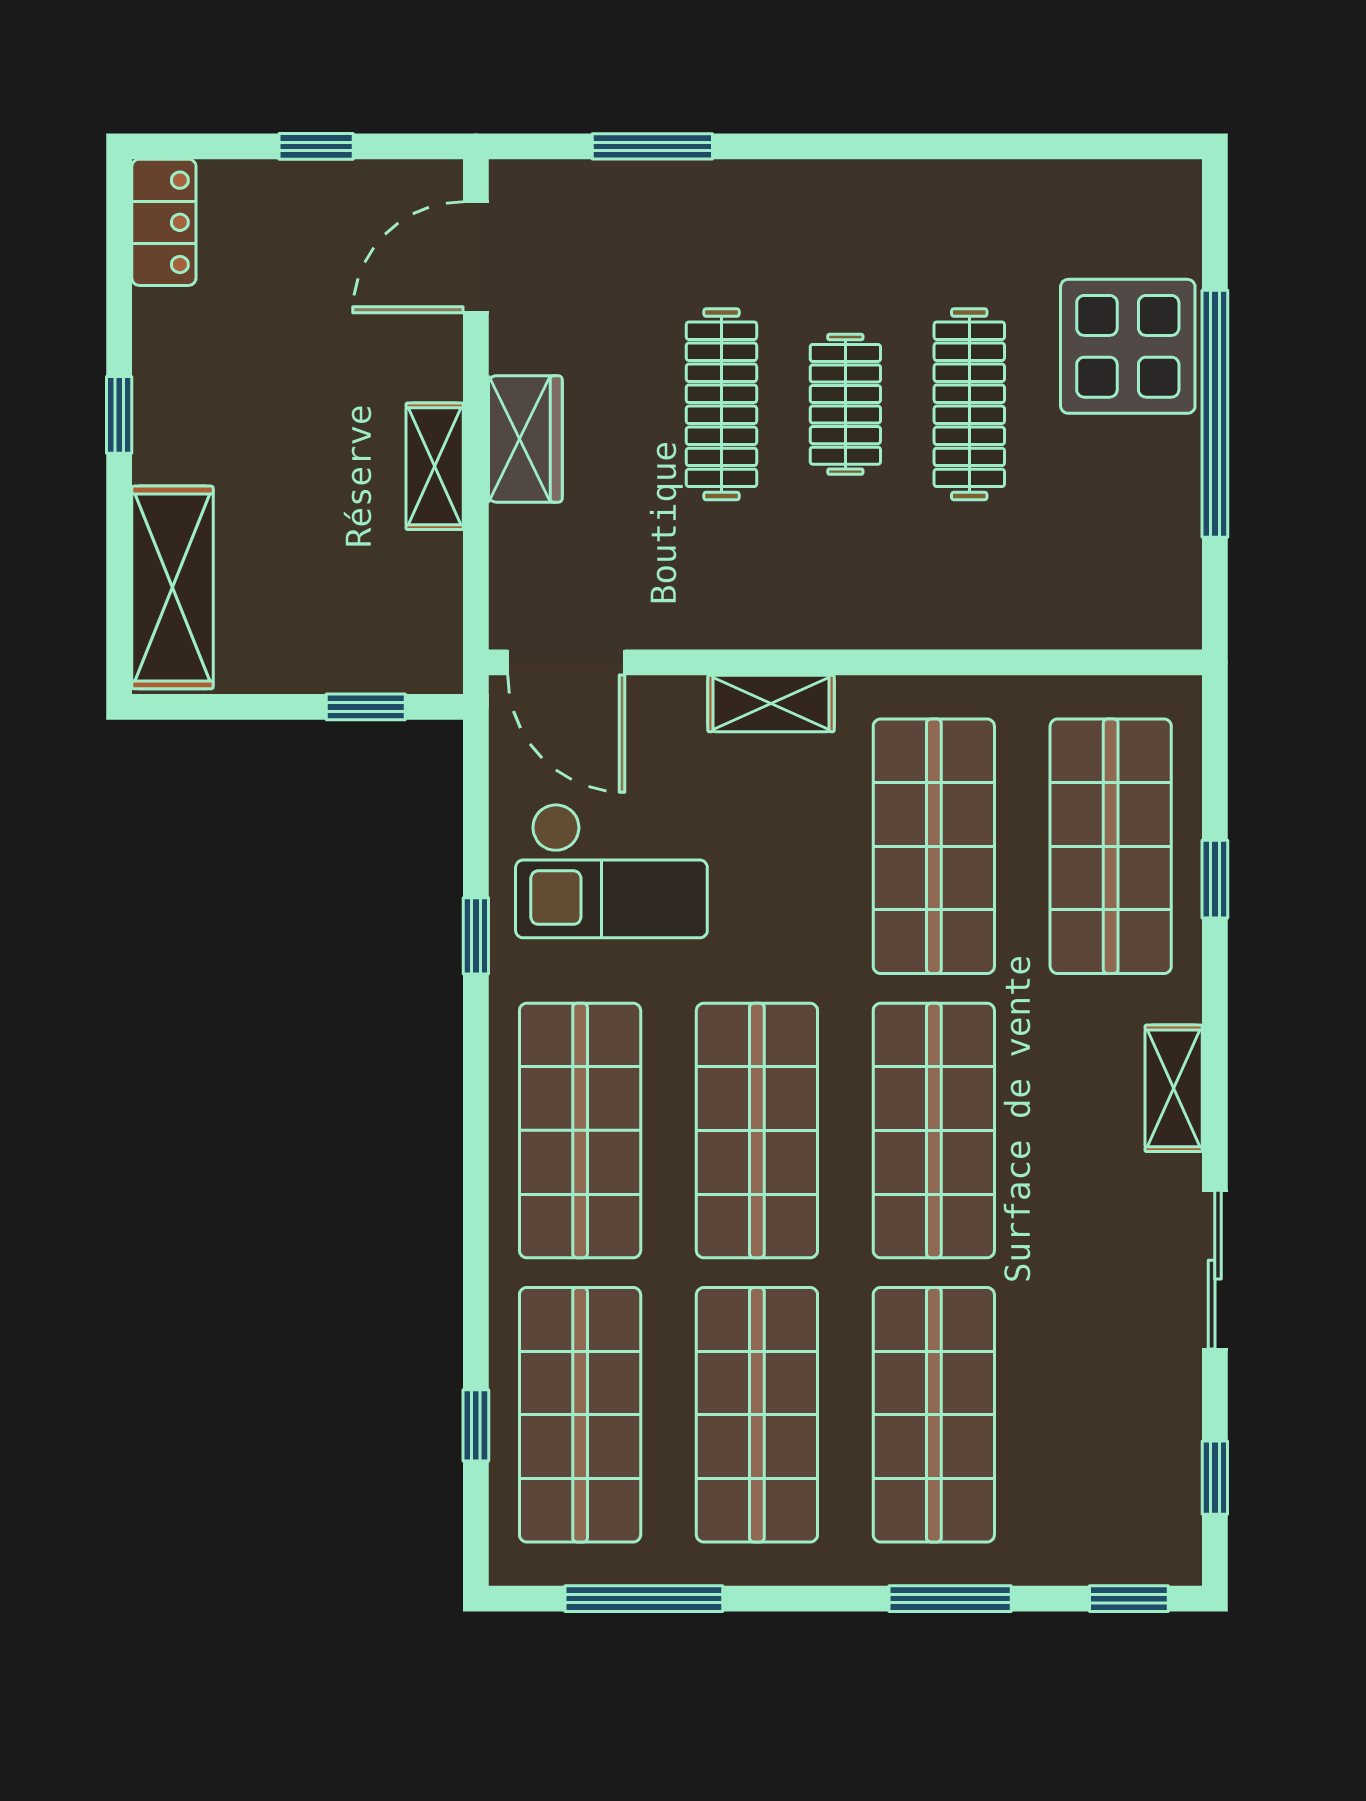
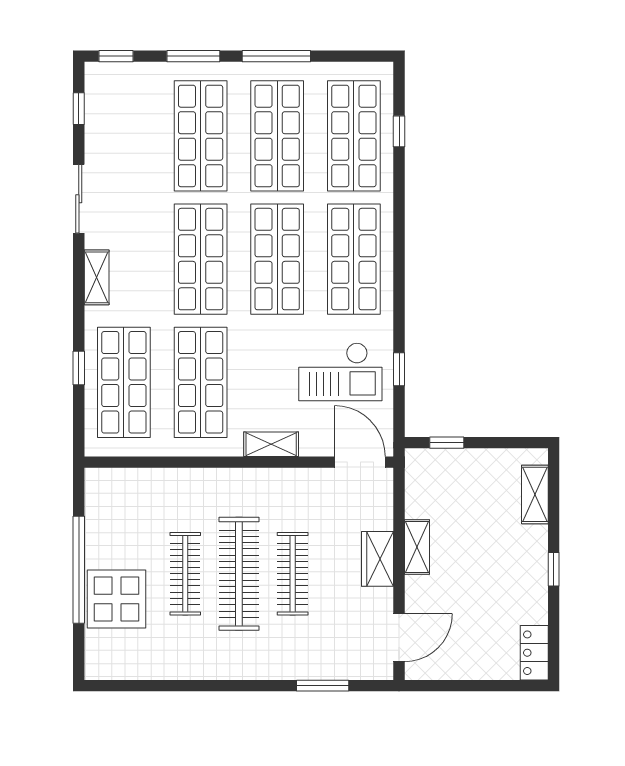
window: (316, 146) -> (468, 686), removed
clothes rail: (845, 404) -> (239, 574), width x1.86, depth x1.31
shelving: (173, 587) -> (535, 494), width x0.67, depth x0.75
checkout: (611, 871) -> (340, 372), turned 180
window: (476, 936) -> (399, 369), moved
window: (644, 1599) -> (276, 56), moved

